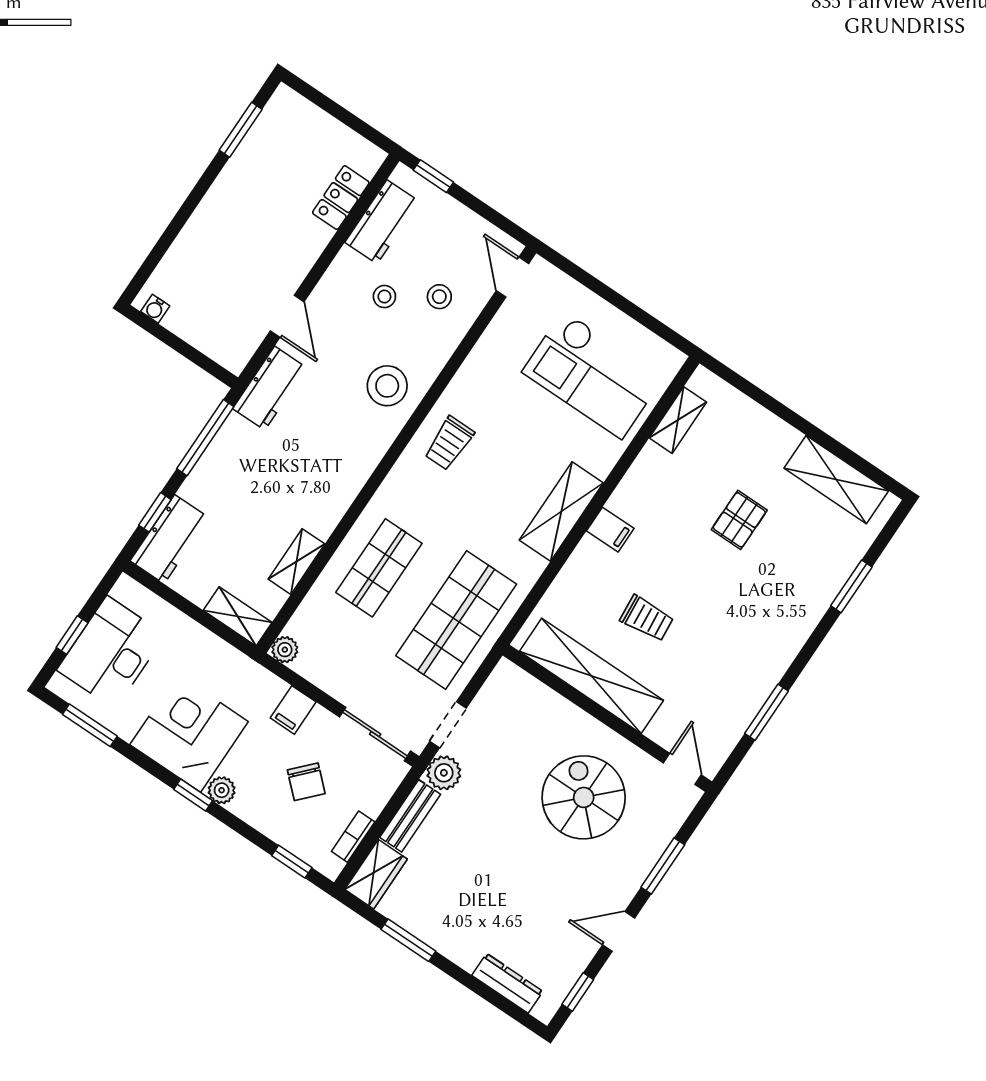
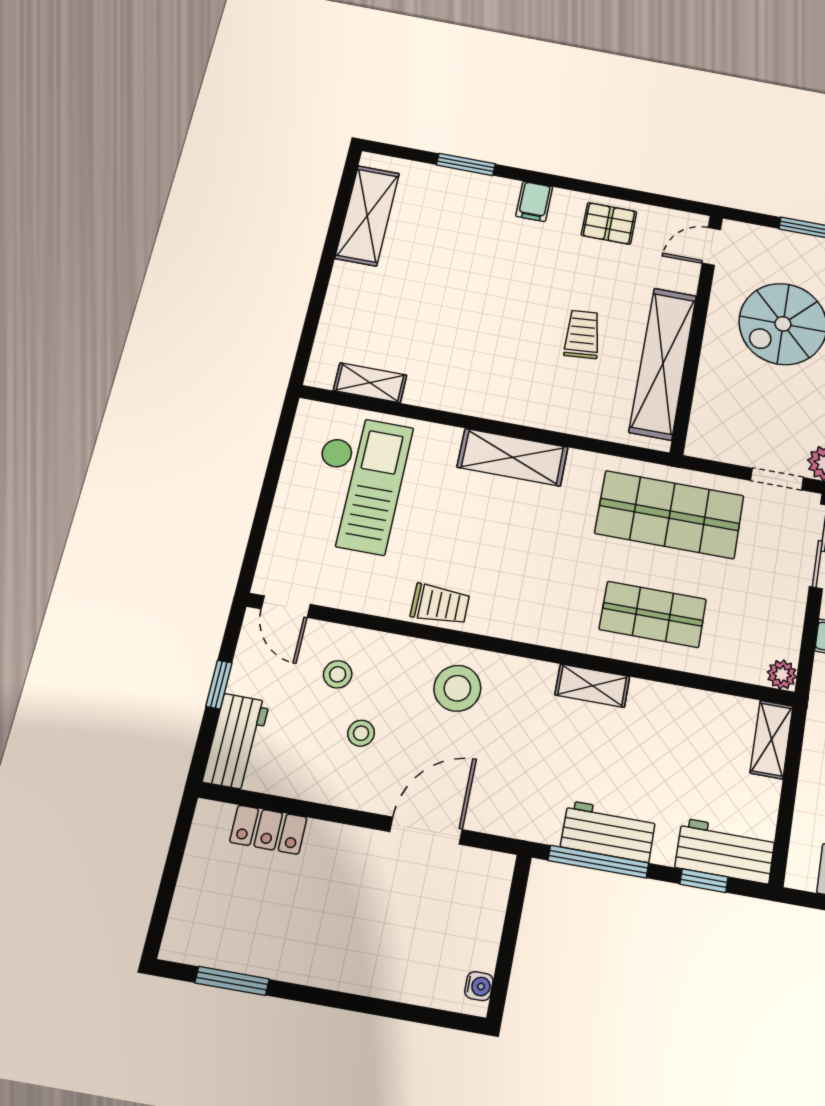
window: (433, 176) -> (219, 685), moved
workbench: (382, 222) -> (236, 742), moved, turned 90
door: (513, 277) -> (286, 607), hinge flipped
door: (287, 316) -> (426, 831), width x1.38
workbench: (270, 388) -> (608, 831), moved
trolley: (449, 443) -> (440, 604), moved
pallet: (739, 520) -> (609, 223), moved
filing cabinet: (610, 530) -> (534, 201), moved, turned 180
shelving: (296, 562) -> (592, 686), moved
window: (766, 712) -> (621, 193), removed

